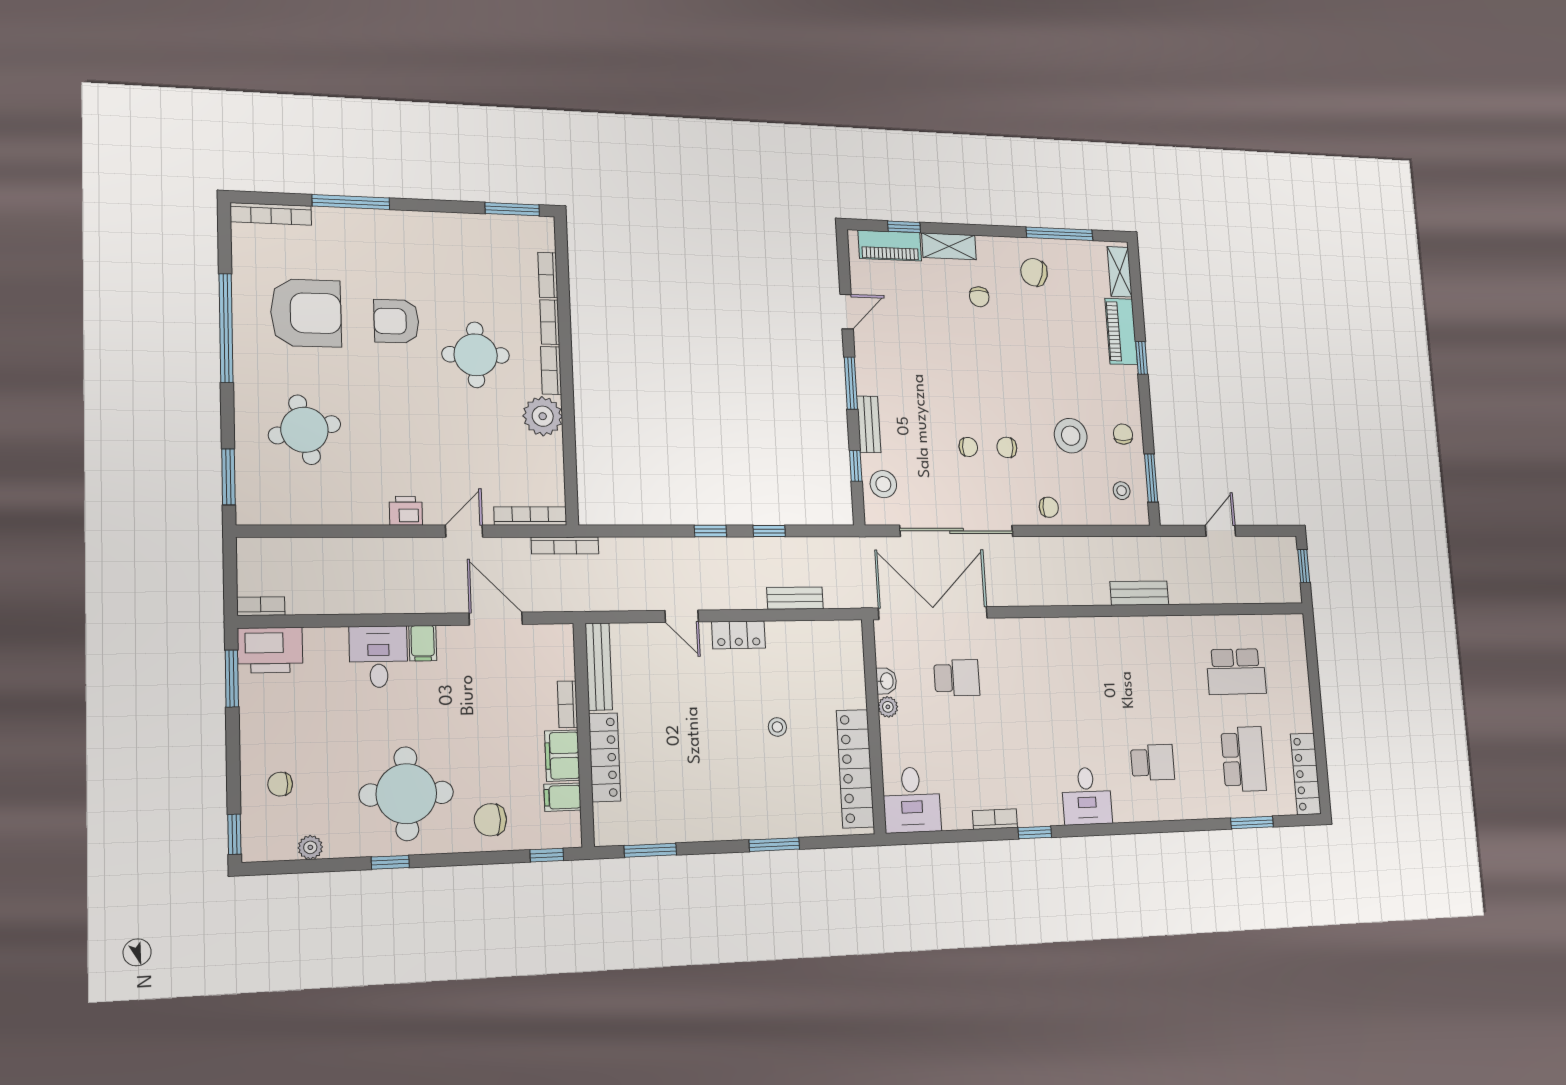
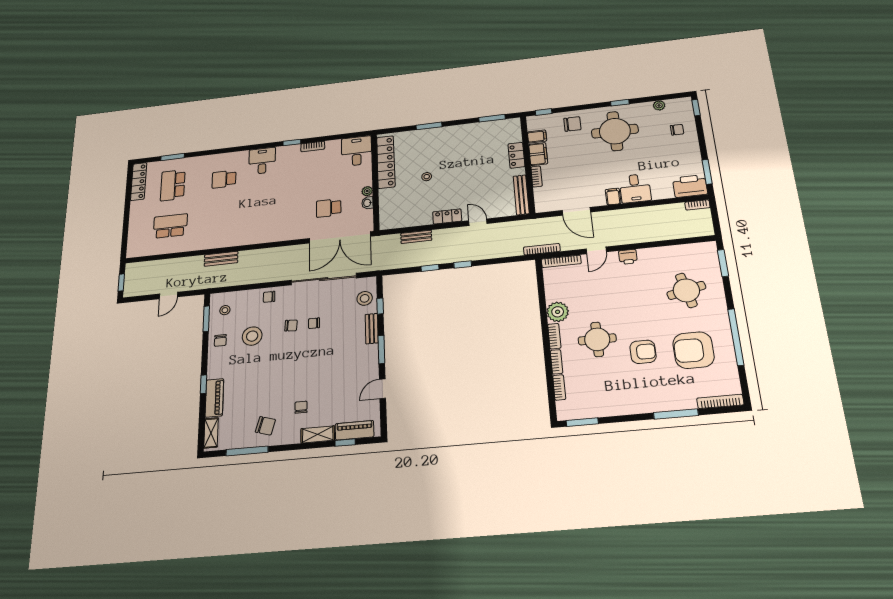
locker: (605, 757) -> (516, 155), width x0.66

